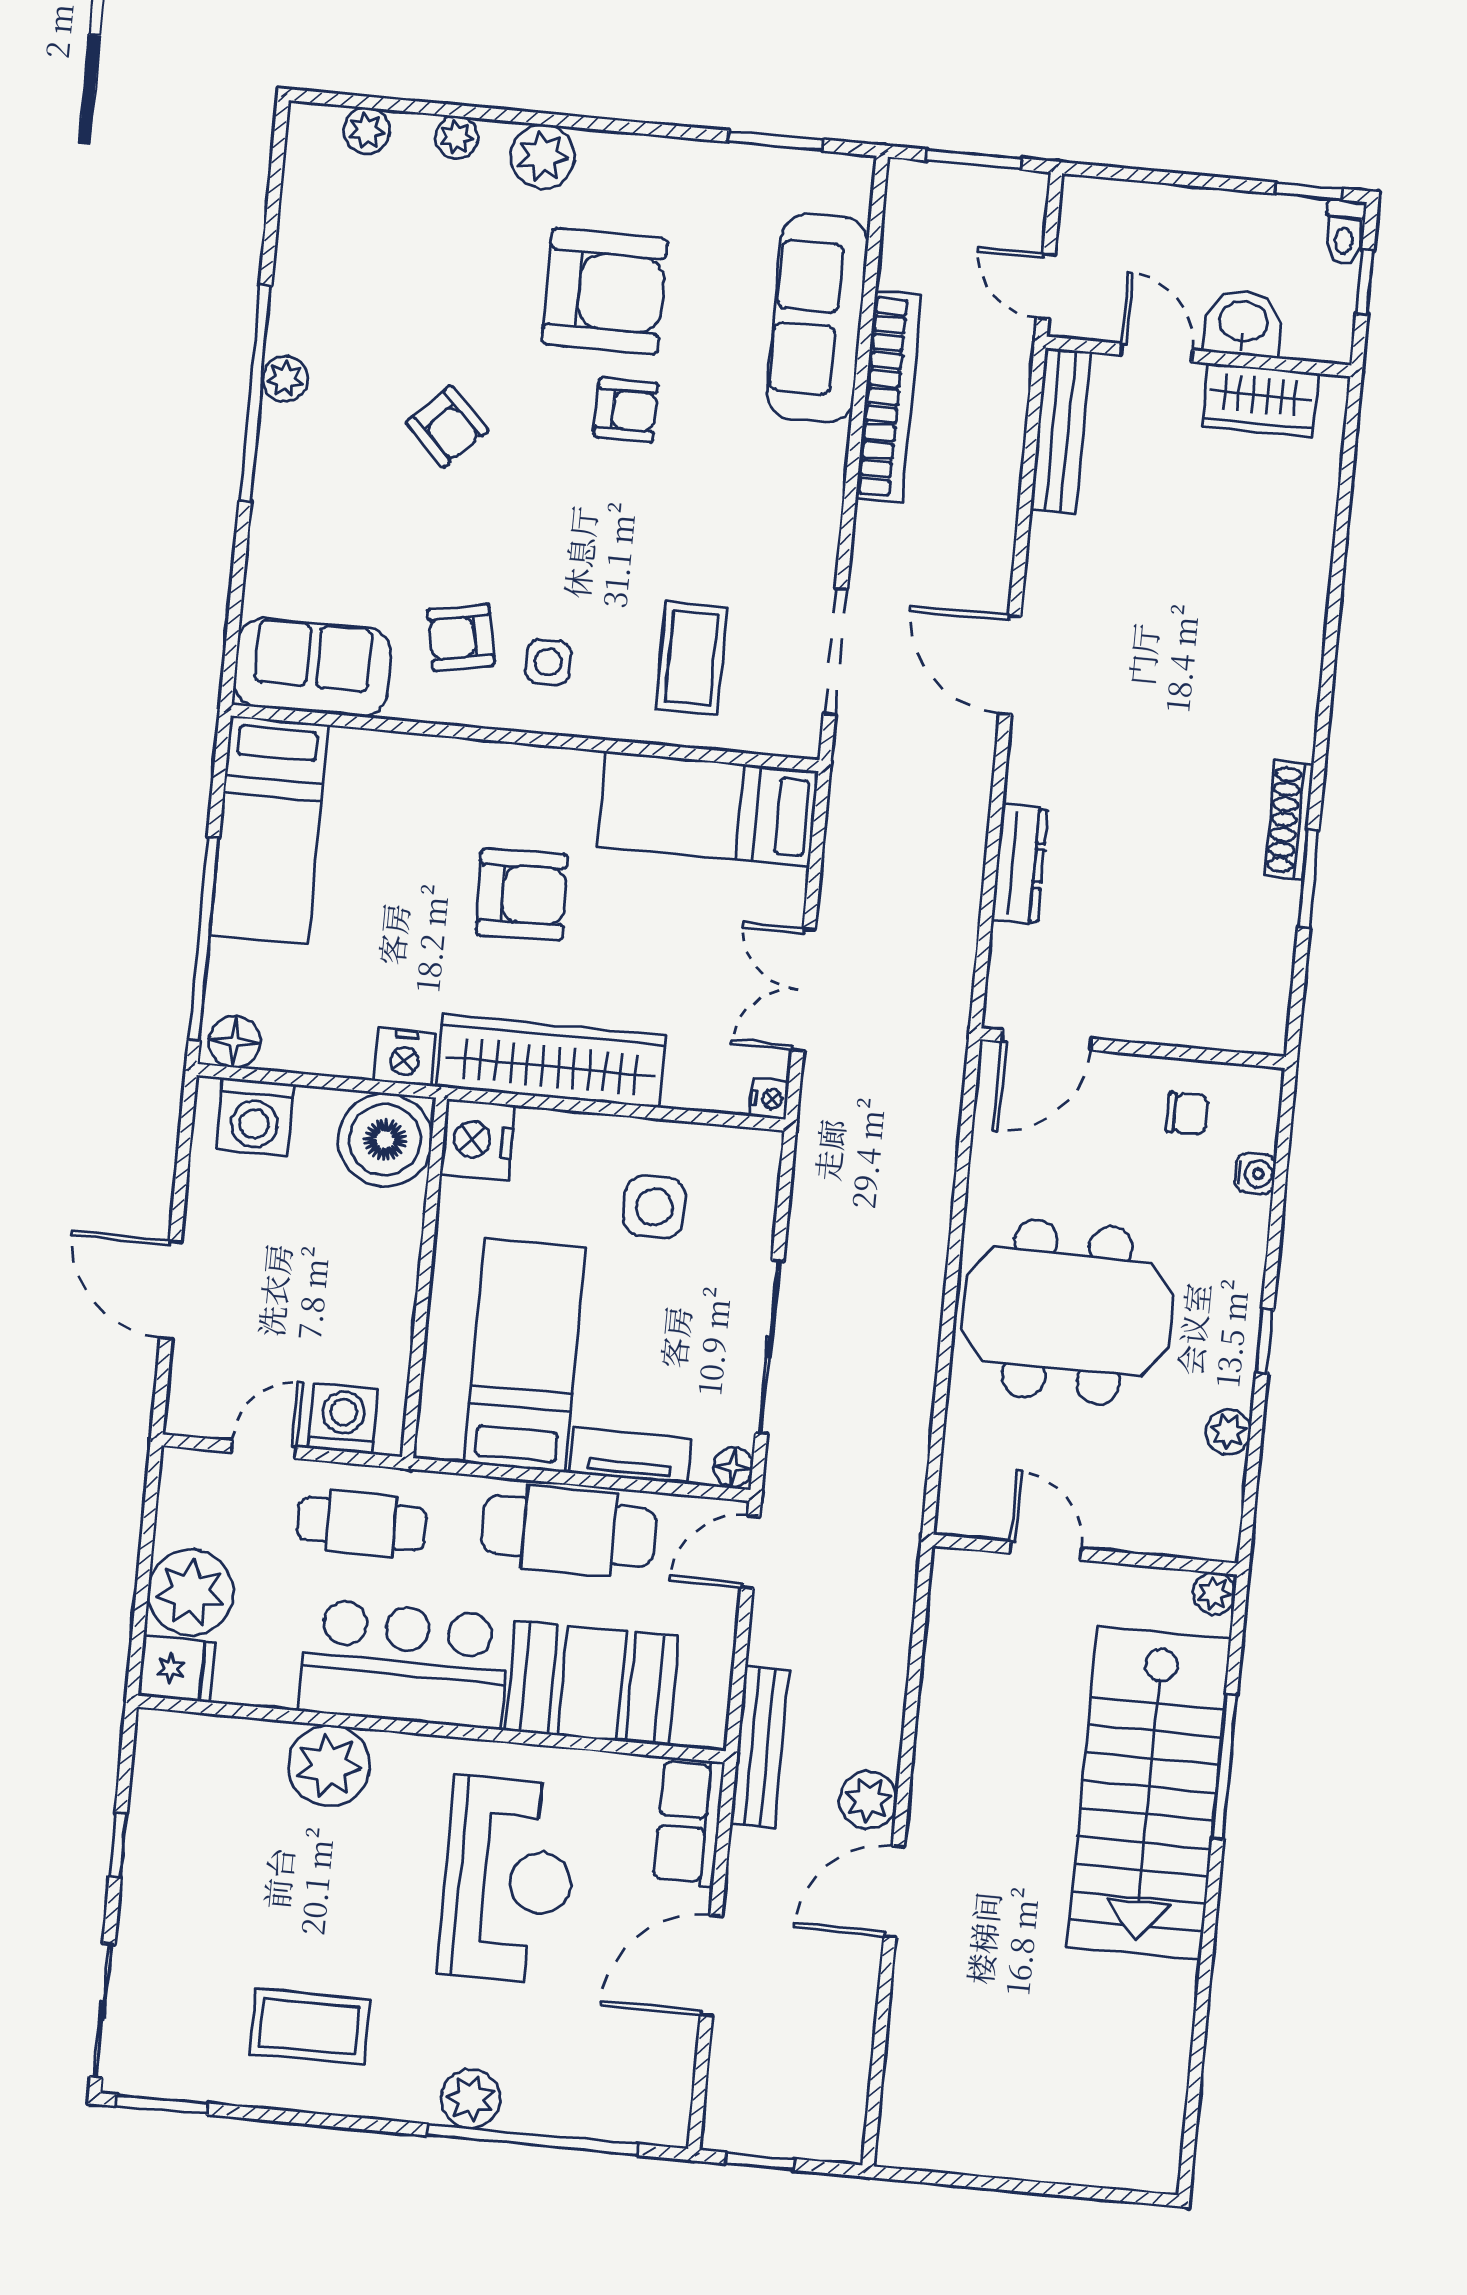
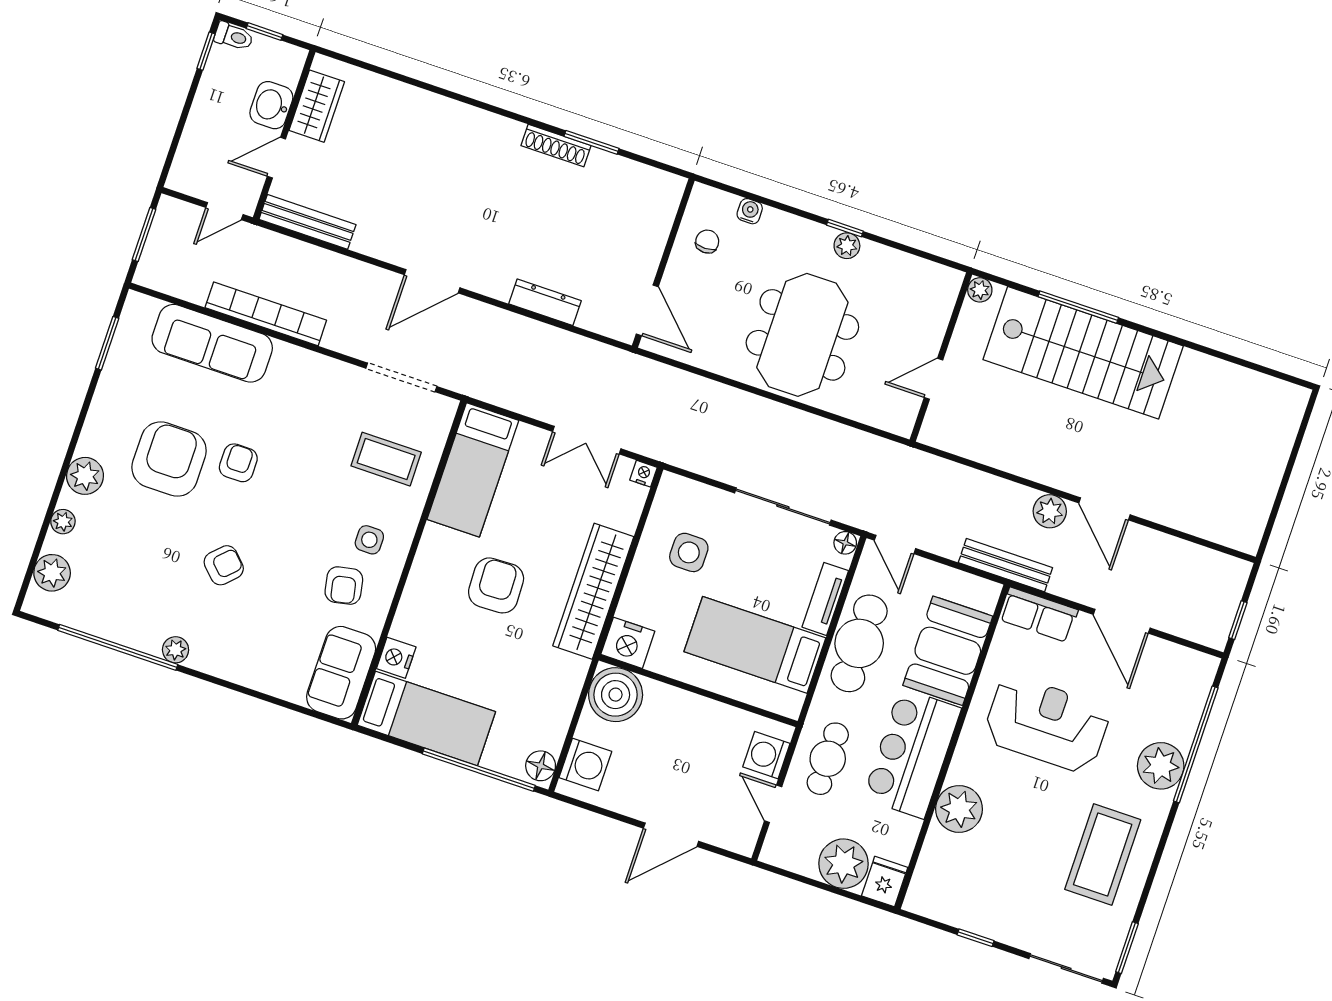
plant: (367, 131) -> (52, 573), width x1.38, depth x1.38
window: (255, 393) -> (118, 647), moved
nightstand: (405, 1057) -> (396, 658), moved, turned 180
plant: (1228, 1432) -> (847, 246), moved
coffee table: (310, 2026) -> (1103, 854), width x1.36, depth x1.32
plant: (471, 2099) -> (1161, 766), width x1.36, depth x1.36

